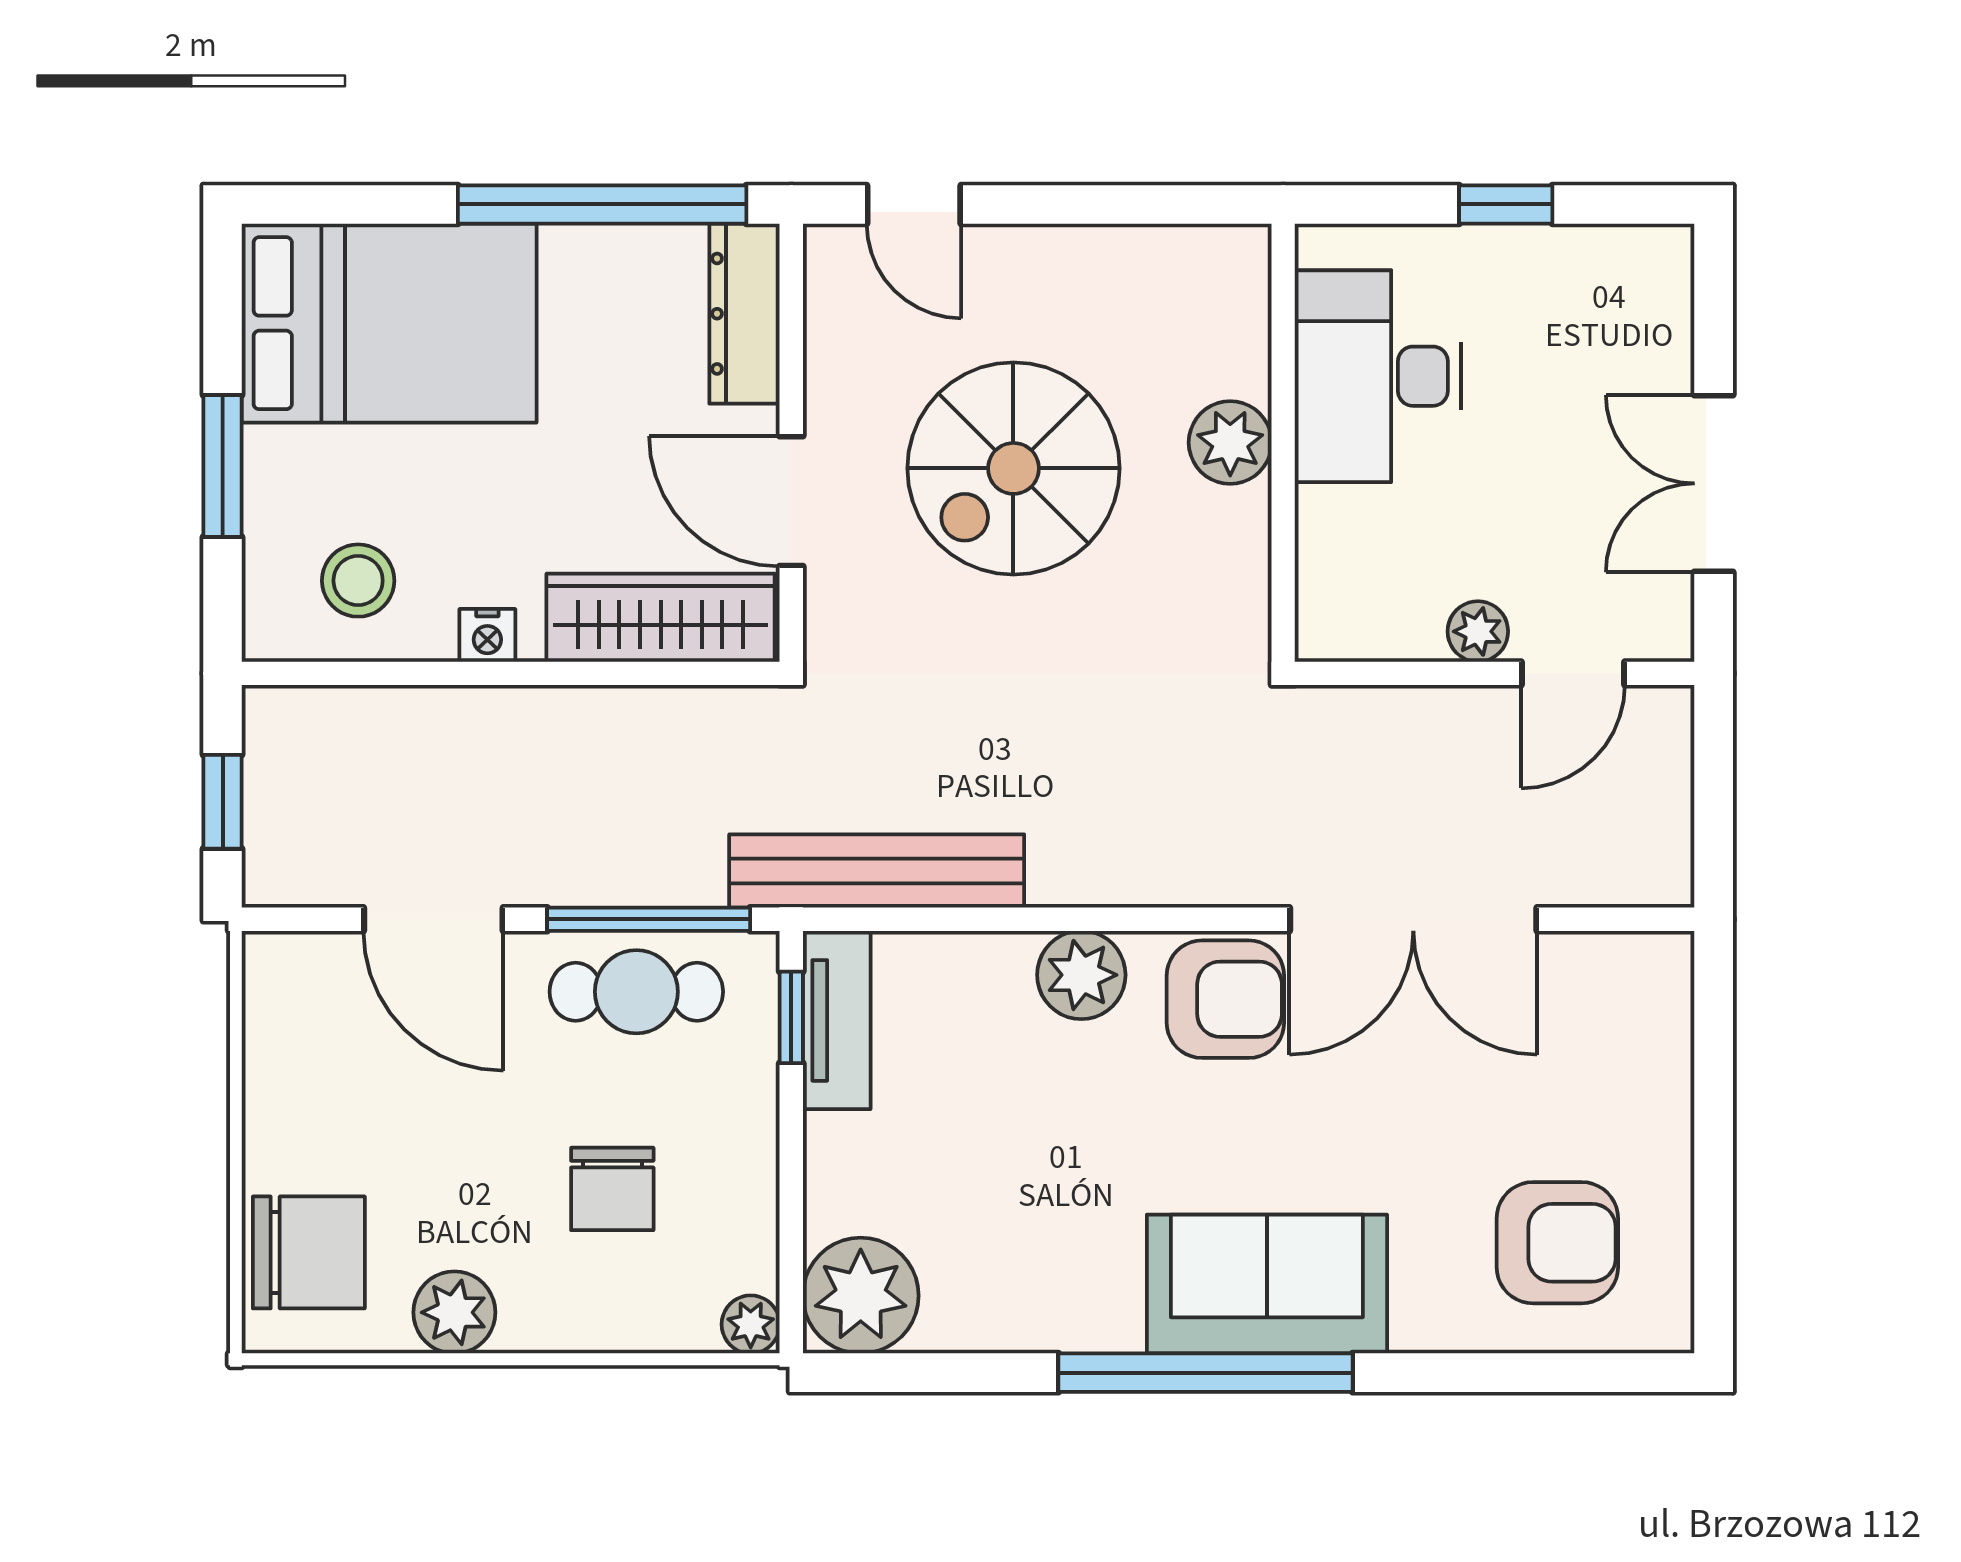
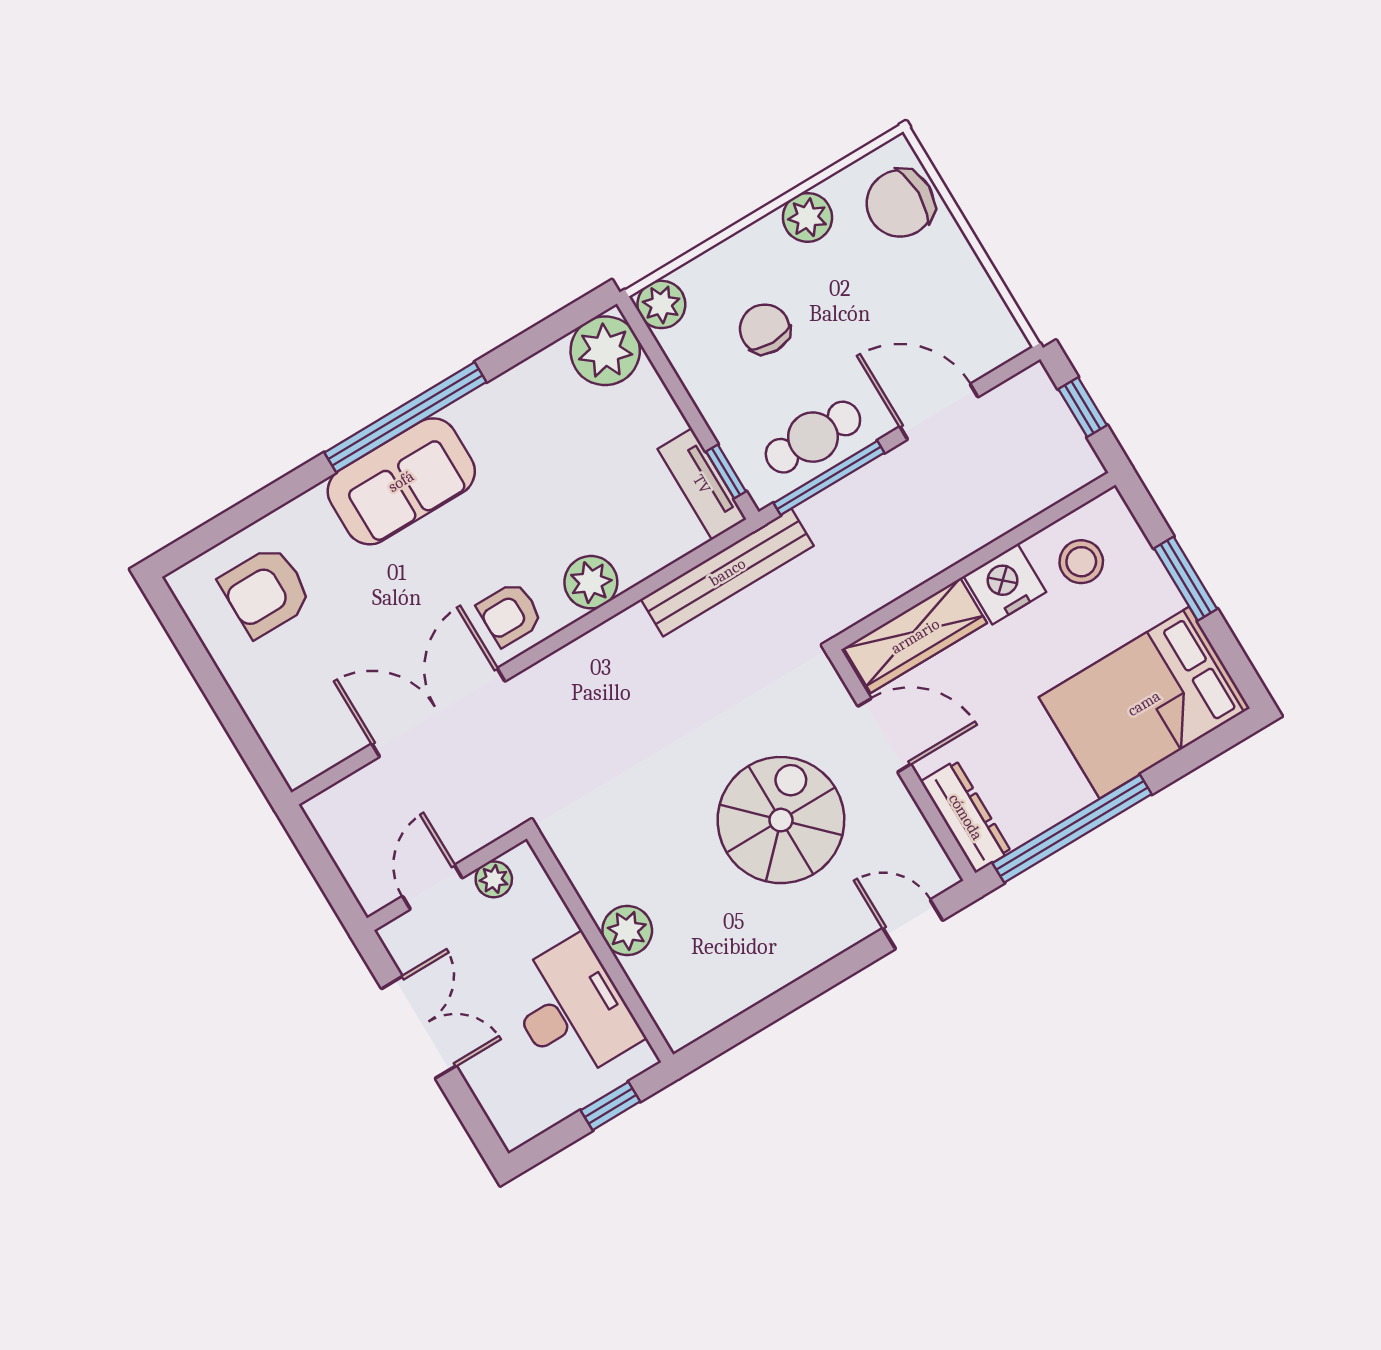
desk: (1378, 376) -> (572, 1010), moved
plant: (1230, 443) -> (627, 930), moved
wall: (1283, 443) -> (600, 947), moved
nightstand: (487, 635) -> (1005, 584), width x1.89, depth x1.79
armchair: (1225, 999) -> (510, 614), width x0.72, depth x0.72
plant: (751, 1324) -> (661, 304), width x1.38, depth x1.38

